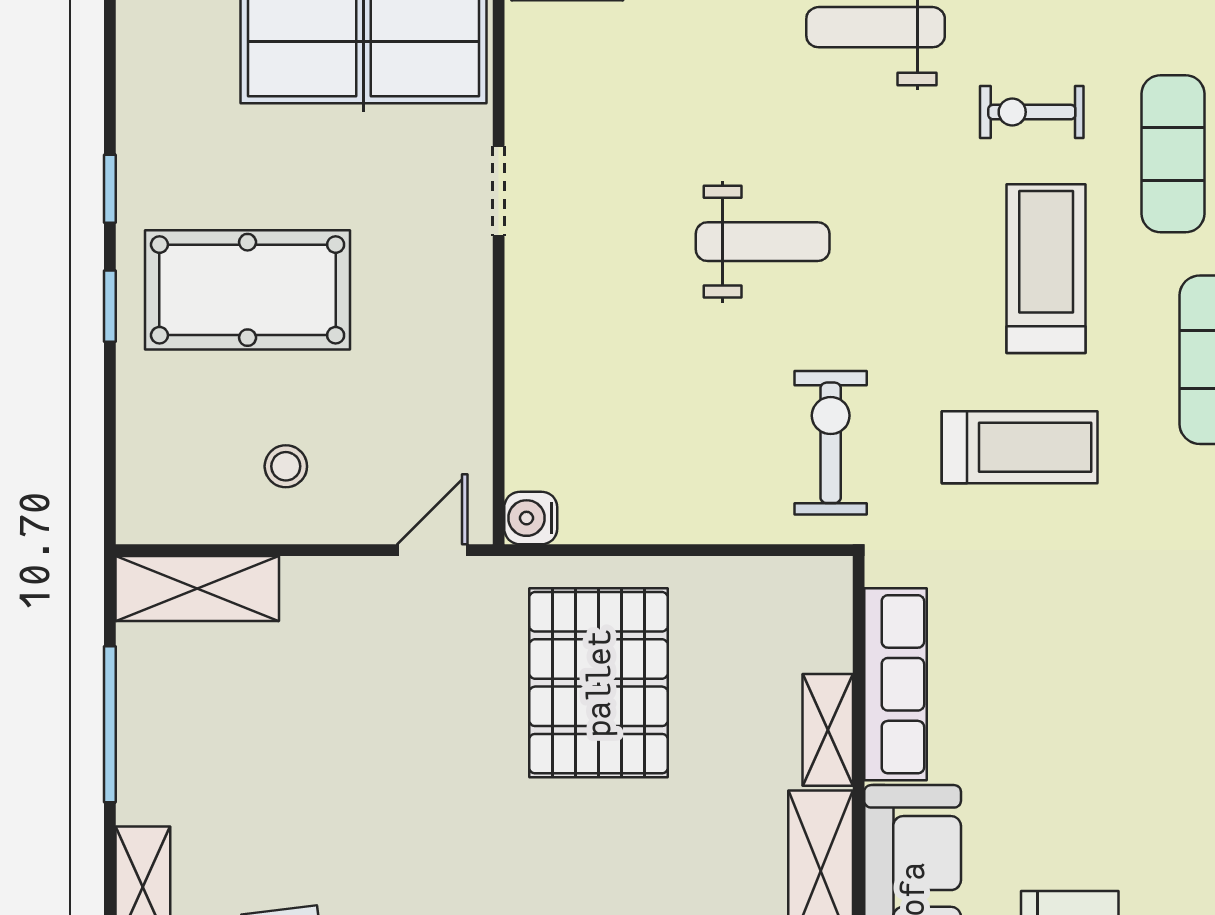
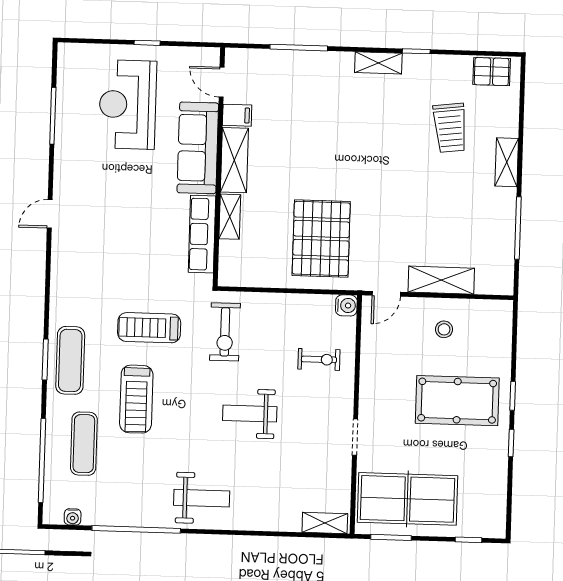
exercise bike: (1032, 112) -> (319, 359), moved
shelving: (197, 589) -> (441, 280), moved

